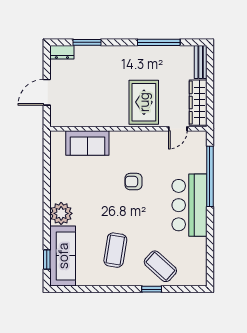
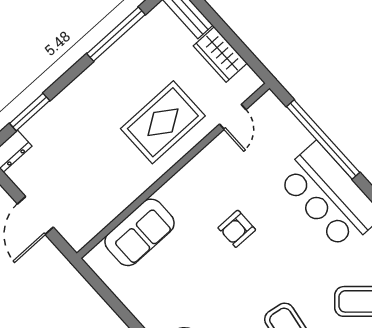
rug: (144, 102) -> (163, 122), turned 90
wardrobe: (198, 103) -> (220, 55), width x0.67

